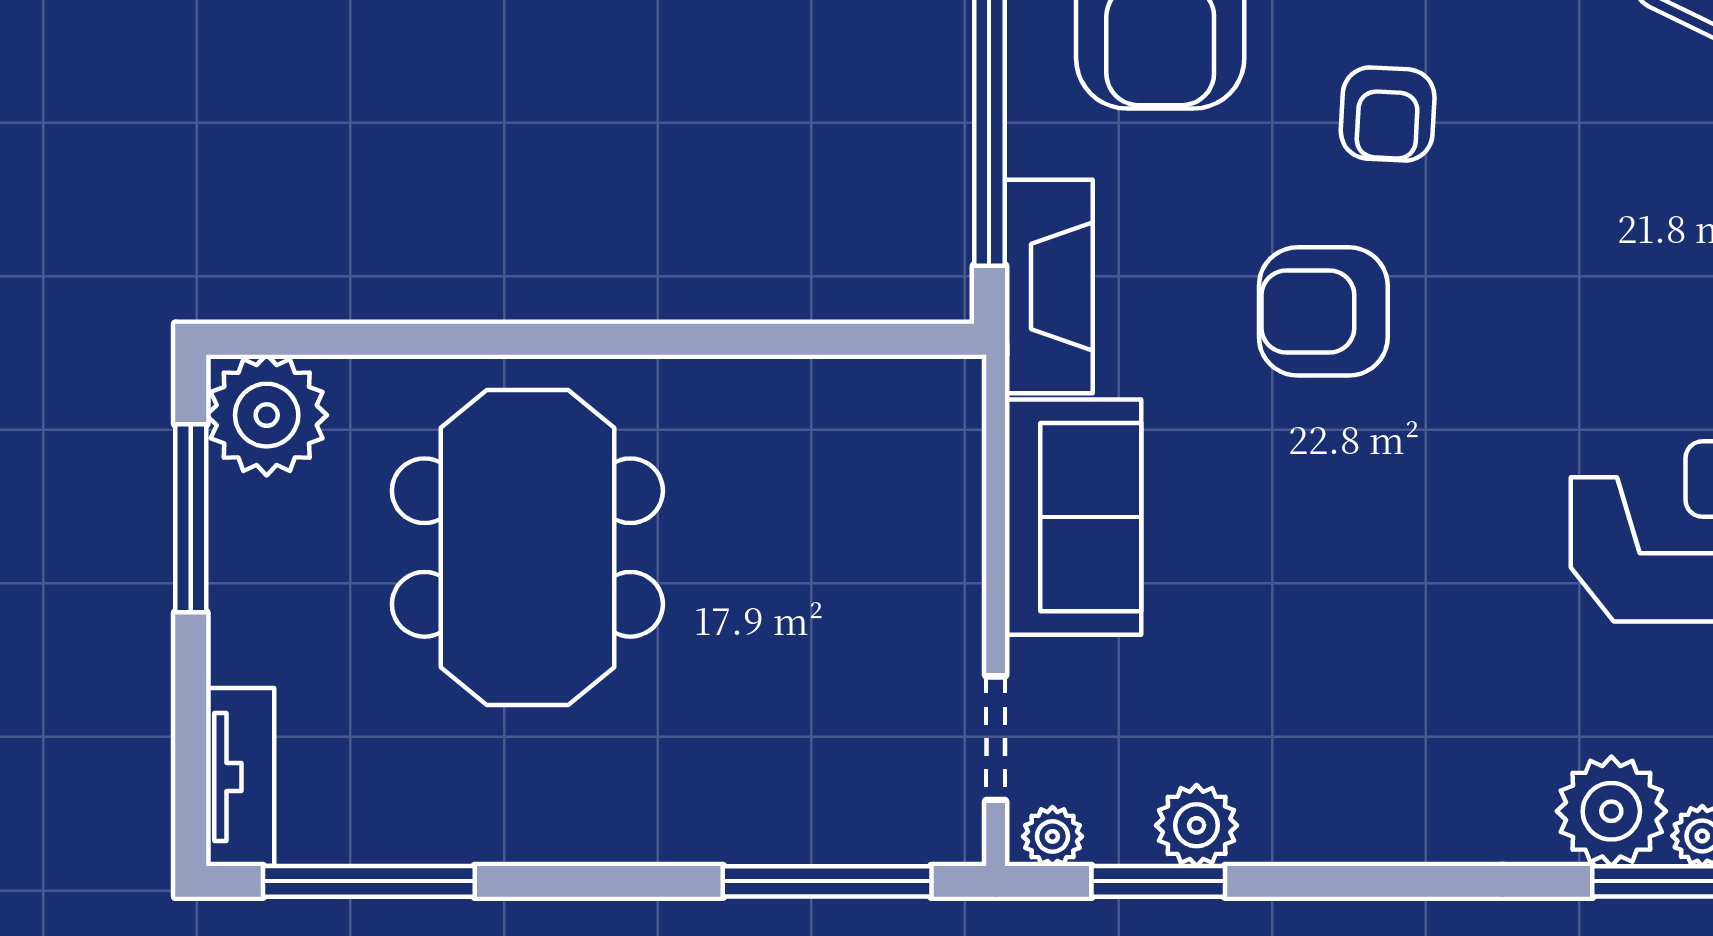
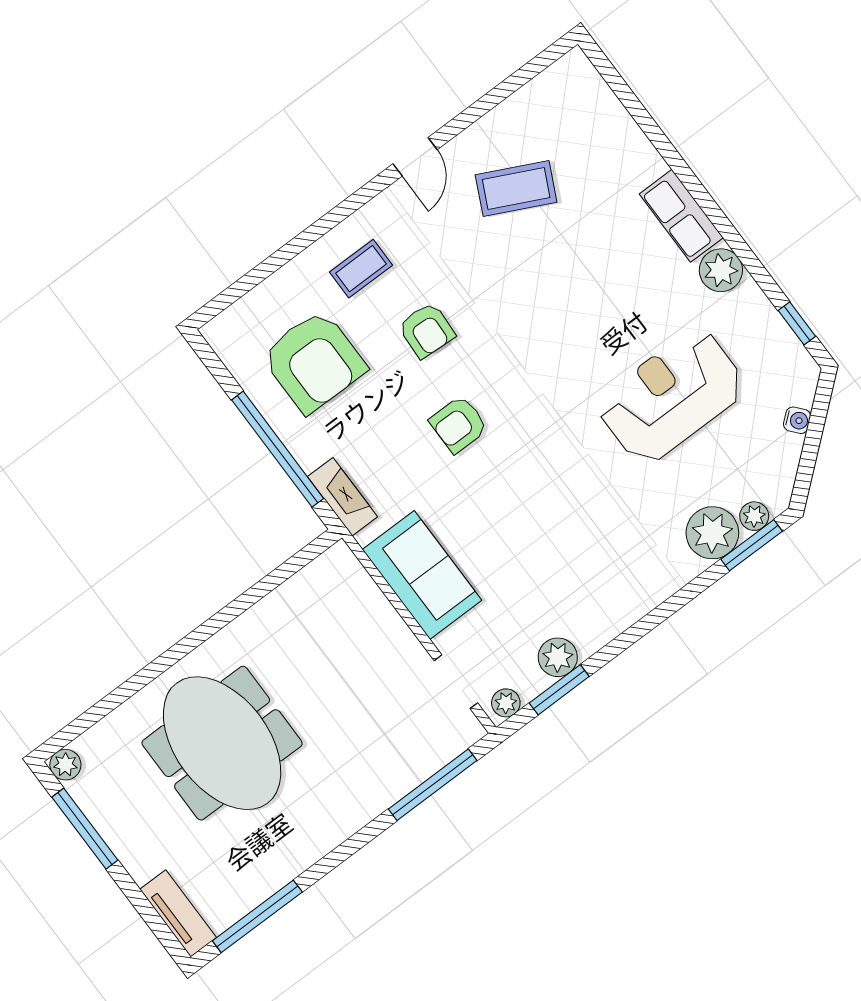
fireplace: (1049, 286) -> (342, 497), width x0.73, depth x0.76
armchair: (1323, 311) -> (459, 424), width x0.72, depth x0.72
plant: (267, 415) -> (65, 765), width x0.53, depth x0.53

